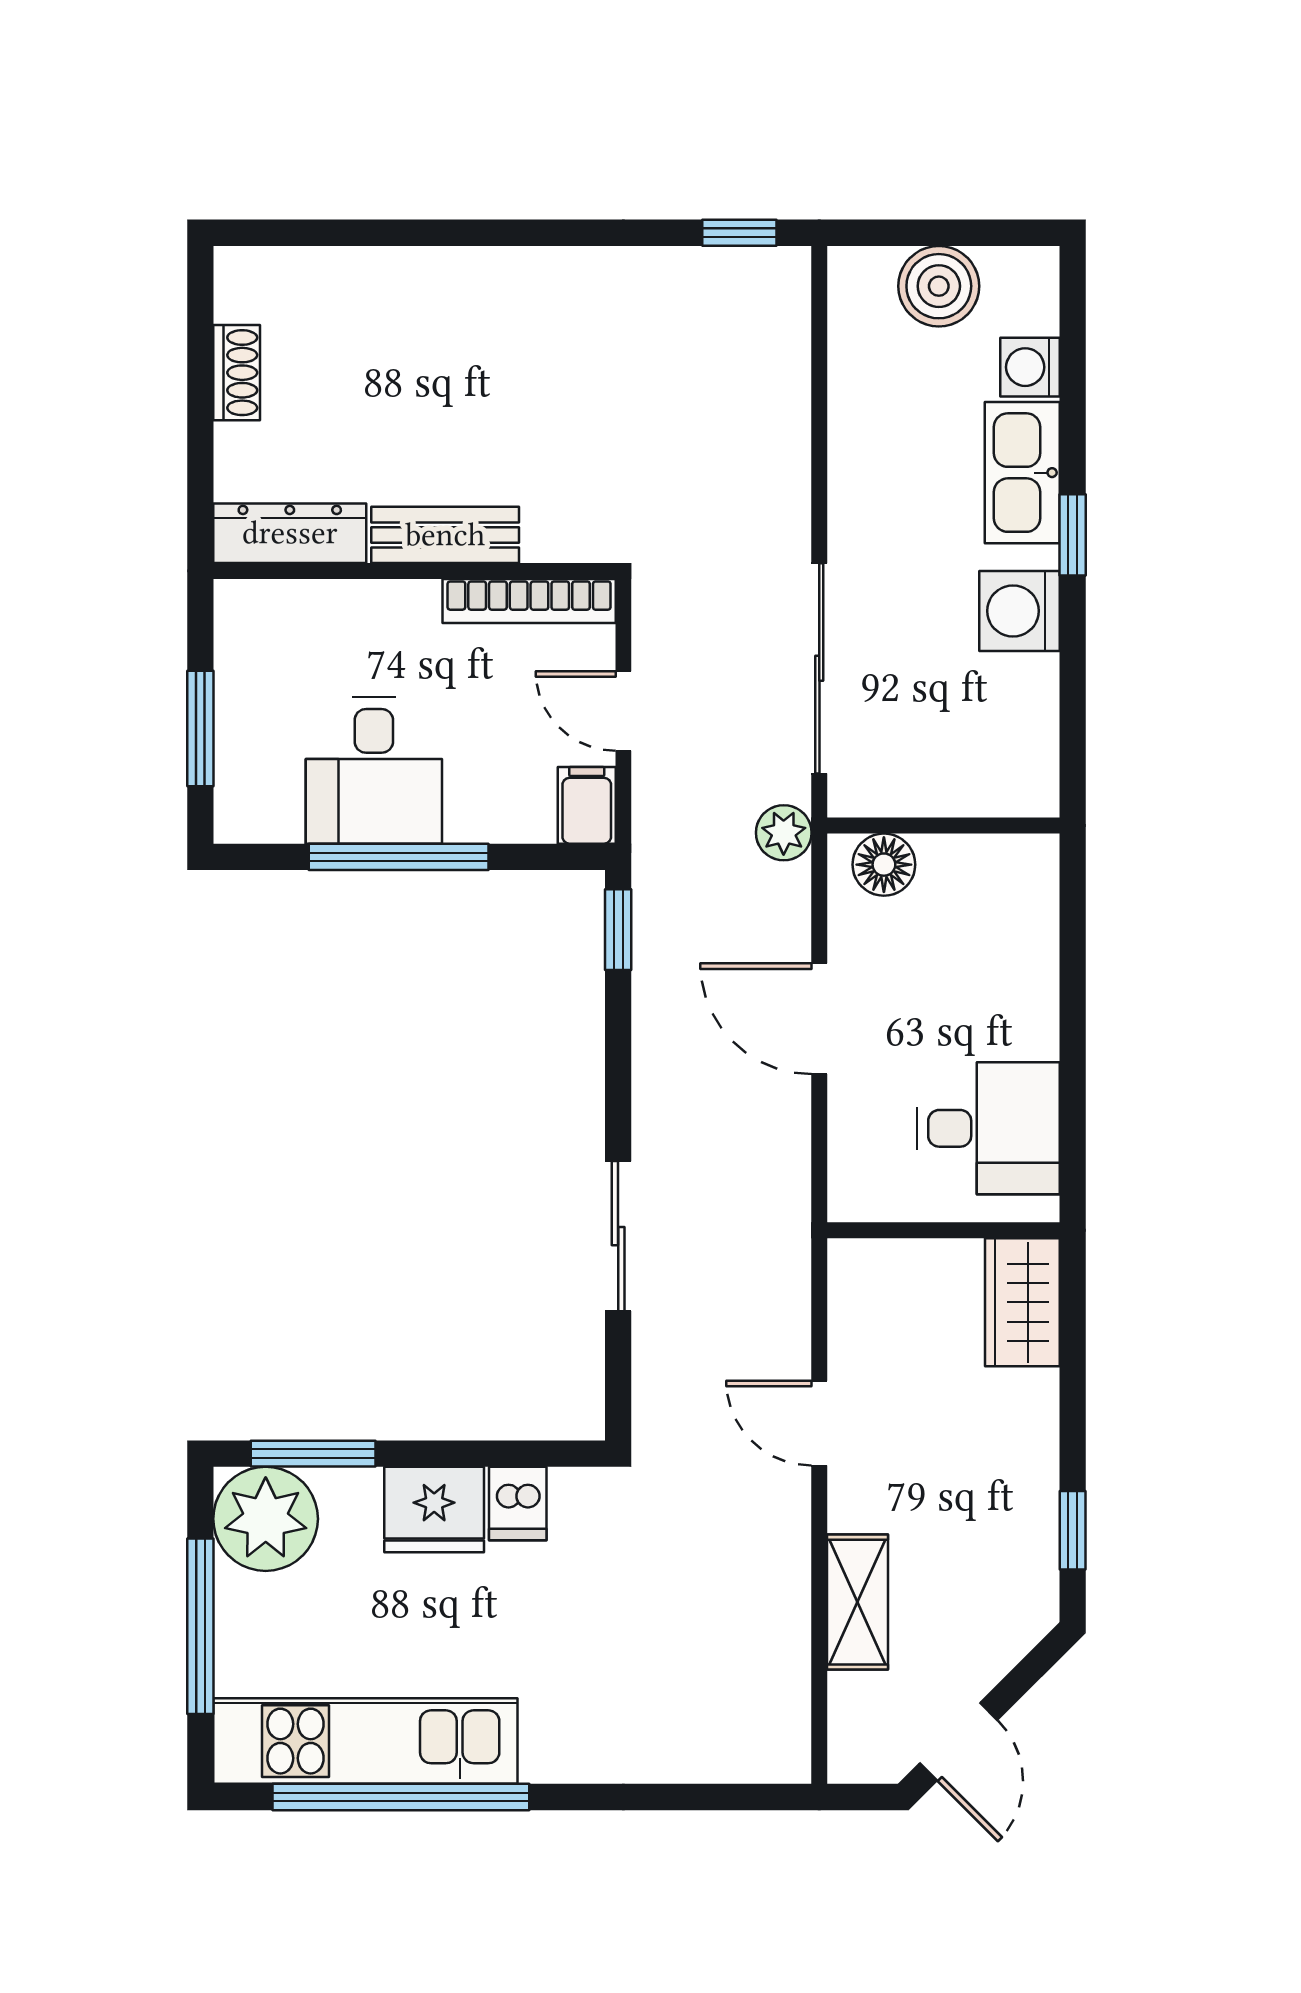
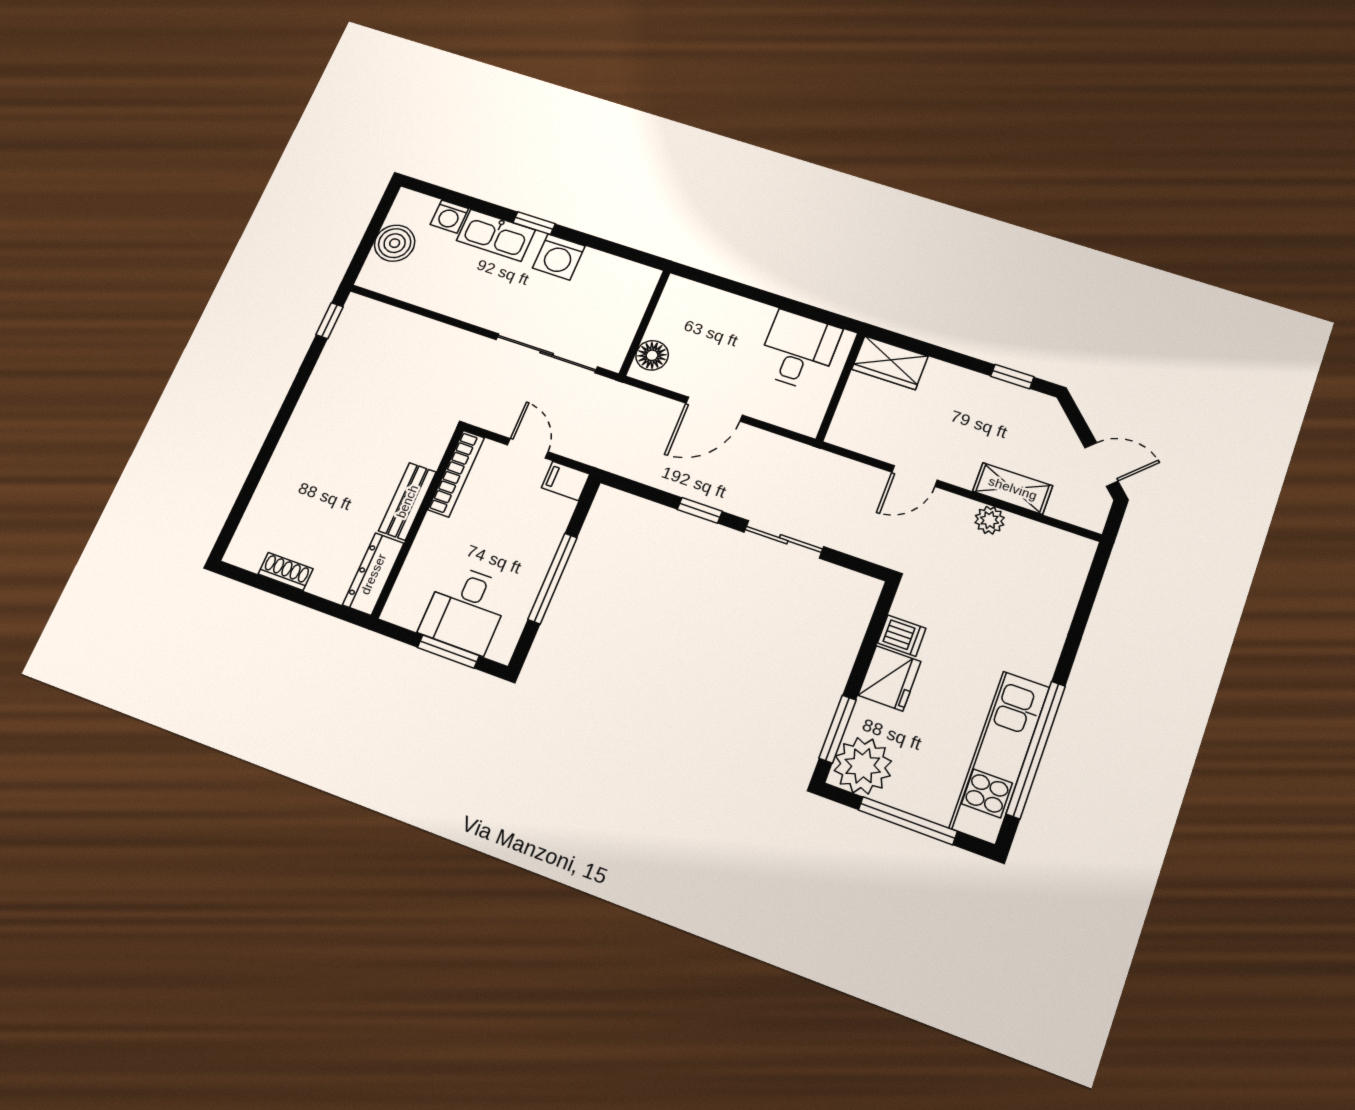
door: (623, 711) -> (528, 448), swing flipped
desk: (374, 770) -> (466, 609), moved, turned 90
plant: (784, 833) -> (990, 520), moved
window: (618, 930) -> (700, 510), moved

